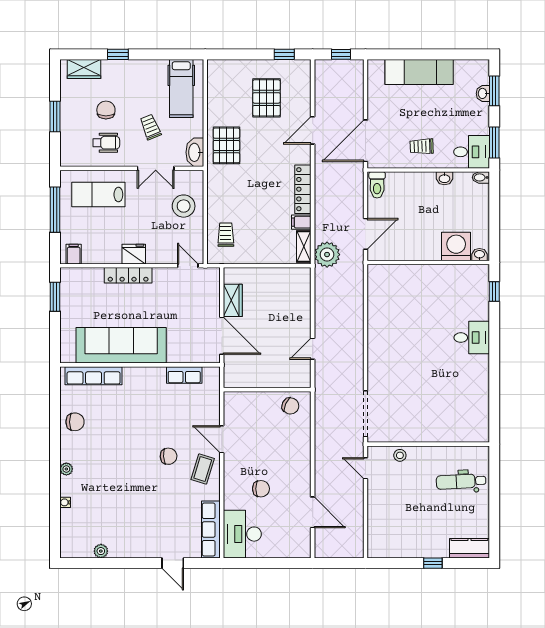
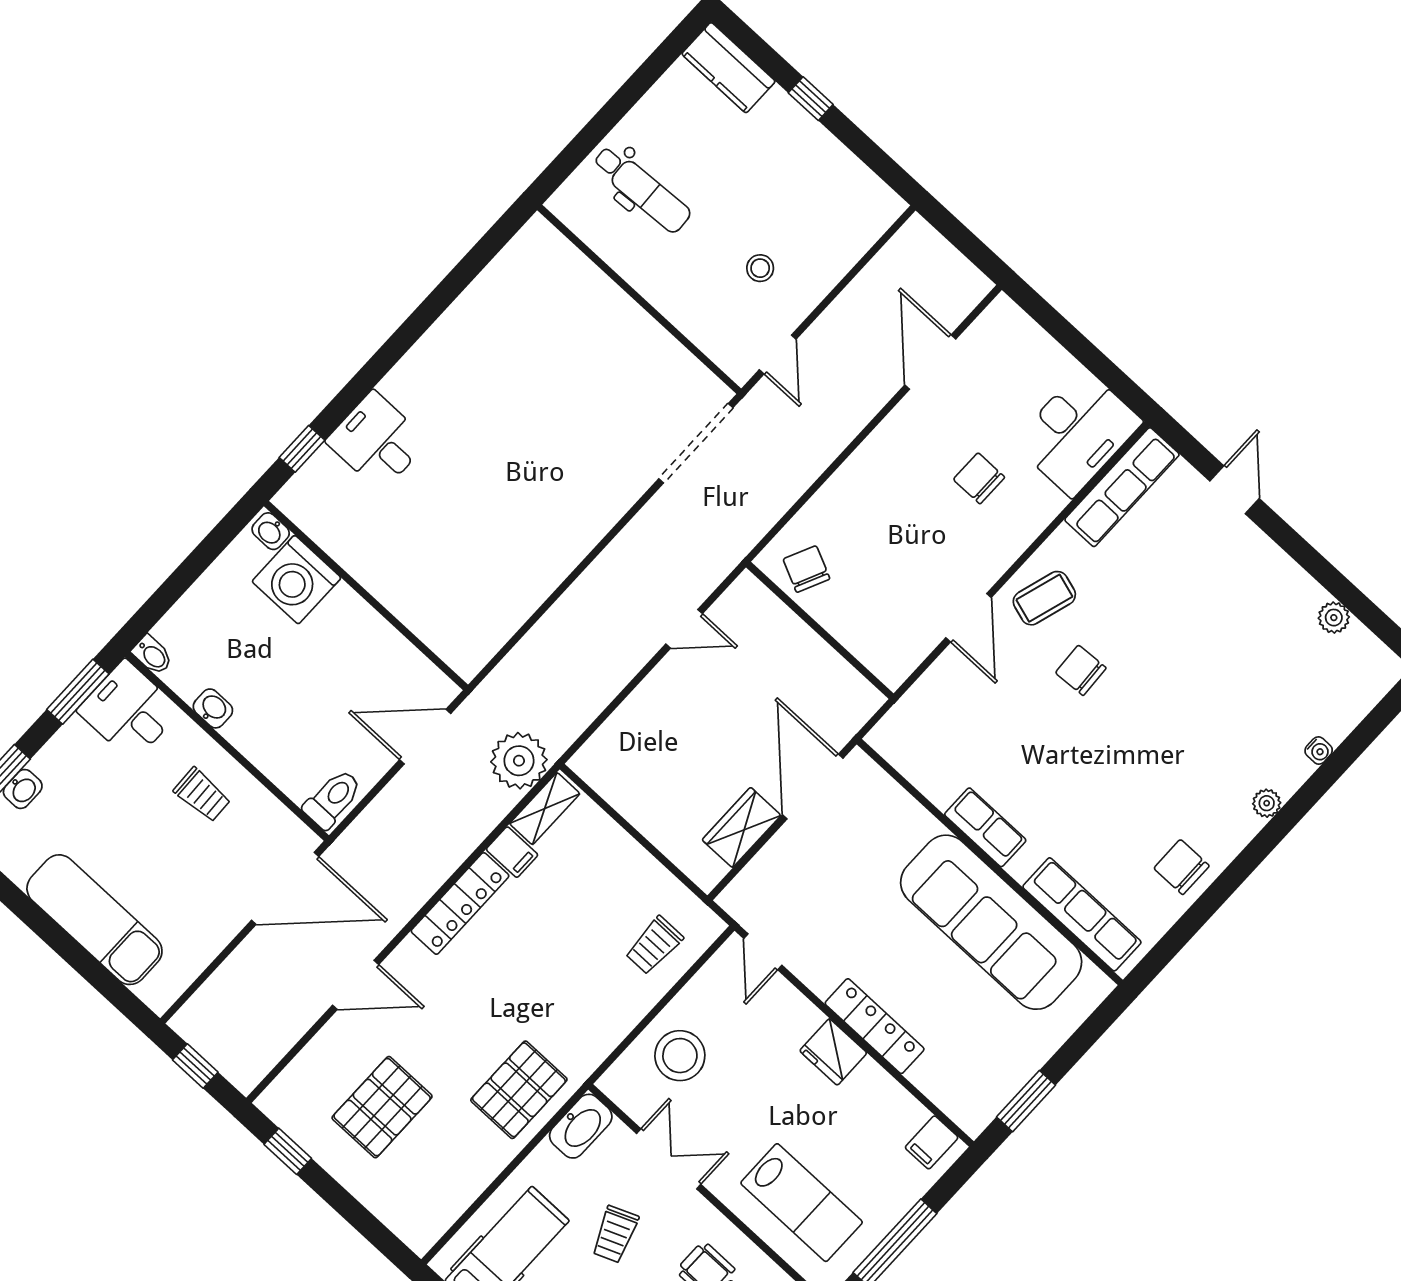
desk: (472, 338) -> (377, 441), moved
row of seats: (184, 375) -> (985, 827), moved
stool: (400, 455) -> (760, 268), moved

